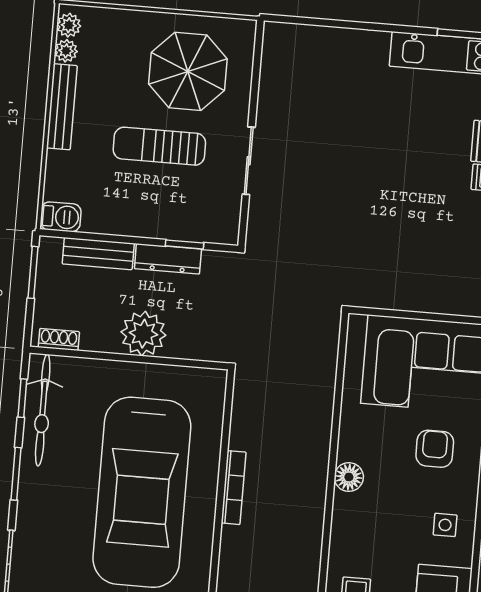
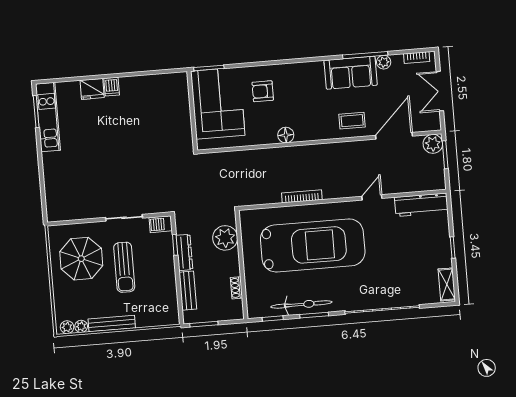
barbecue: (61, 217) -> (161, 224), moved, turned -90
plant: (143, 334) -> (225, 238), moved
shoe rack: (59, 340) -> (236, 288), moved
bicycle: (43, 410) -> (301, 304), moved
side table: (445, 525) -> (303, 79), removed

